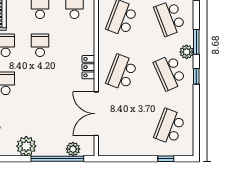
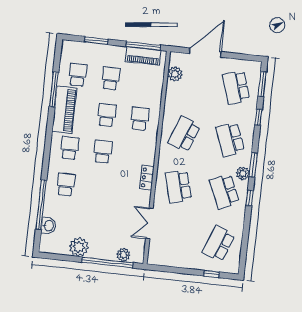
school desk: (122, 72) -> (178, 186), turned -36
double door: (96, 114) -> (149, 223), width x0.73

